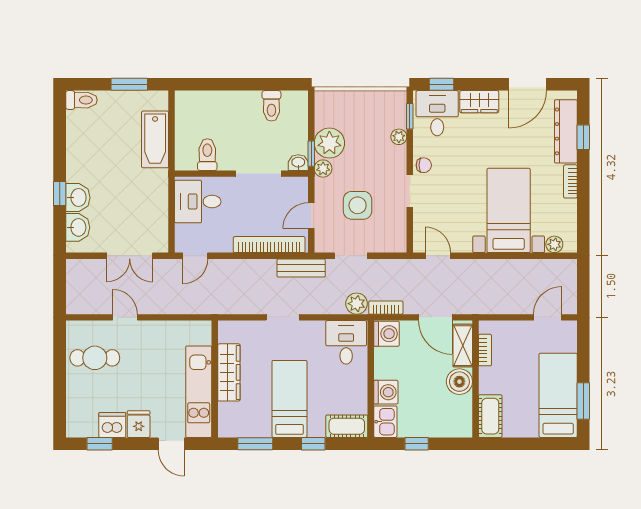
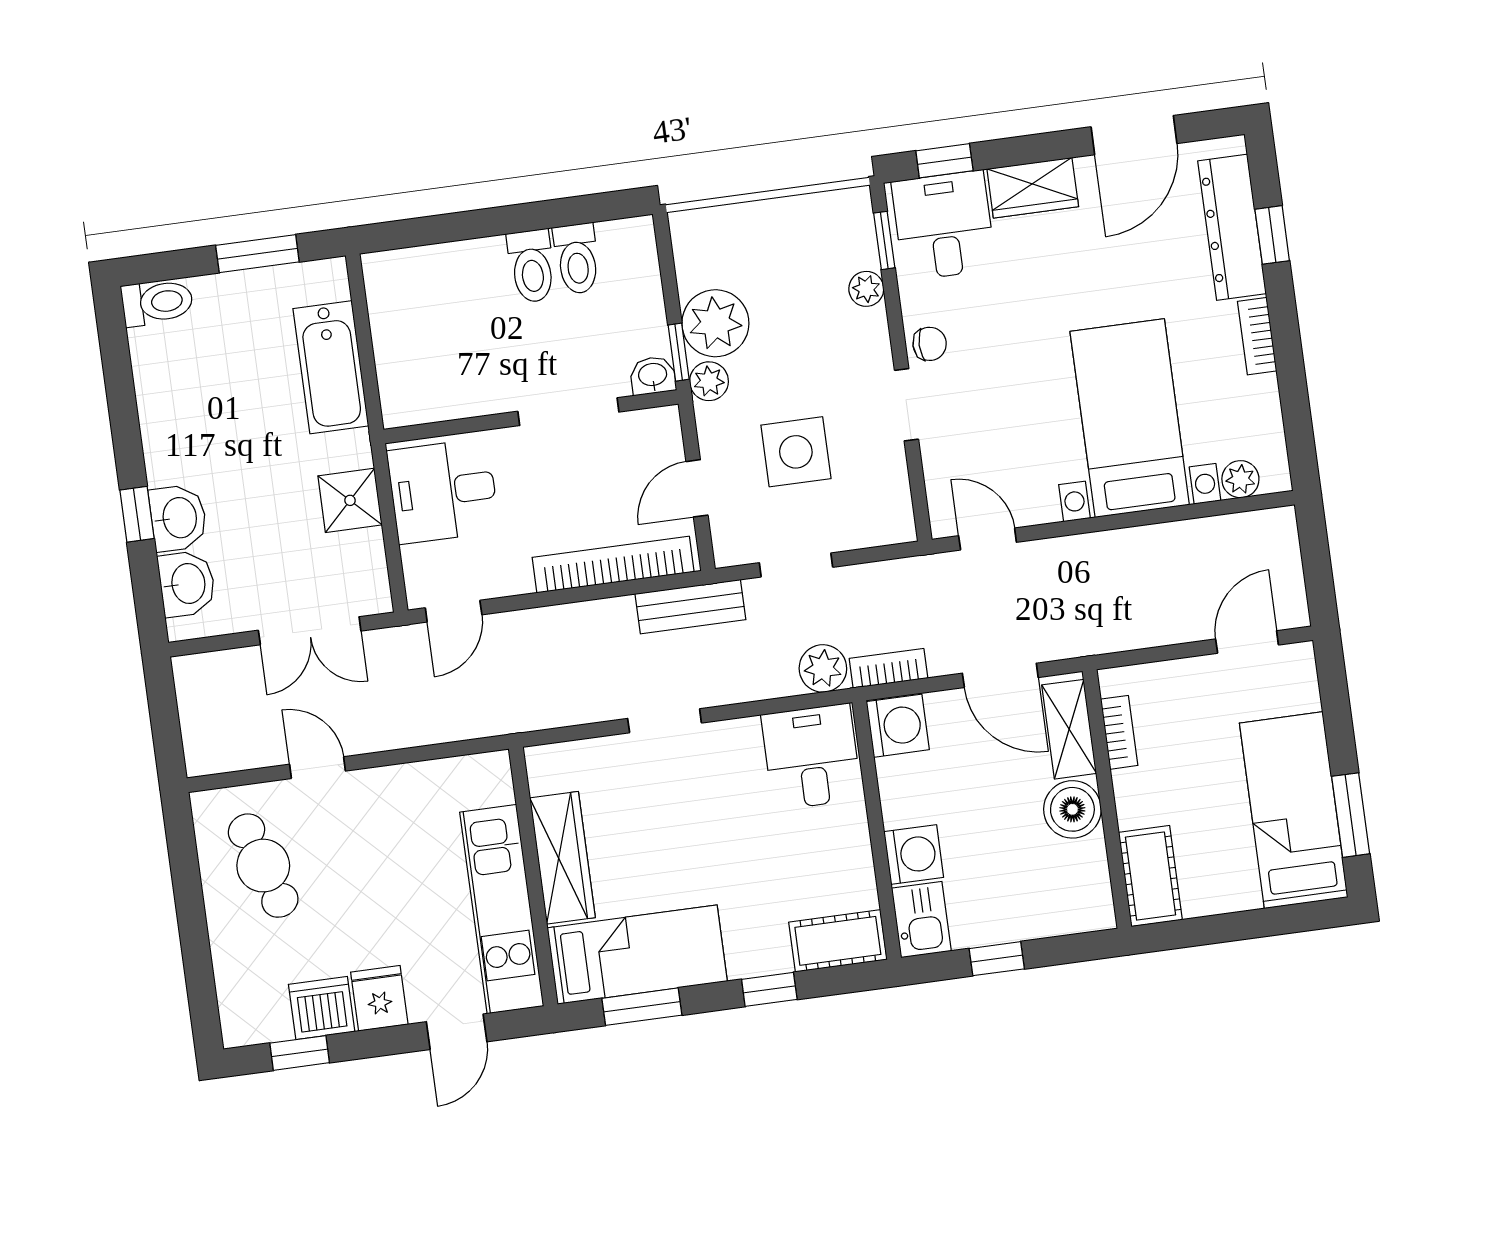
toilet: (207, 155) -> (532, 266), moved, turned 180
shower: (156, 200) -> (350, 500), added
cafe table: (95, 358) -> (263, 866), turned 72
bed: (289, 399) -> (637, 955), moved, turned 90
door: (171, 444) -> (457, 1032), hinge flipped

